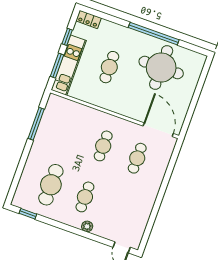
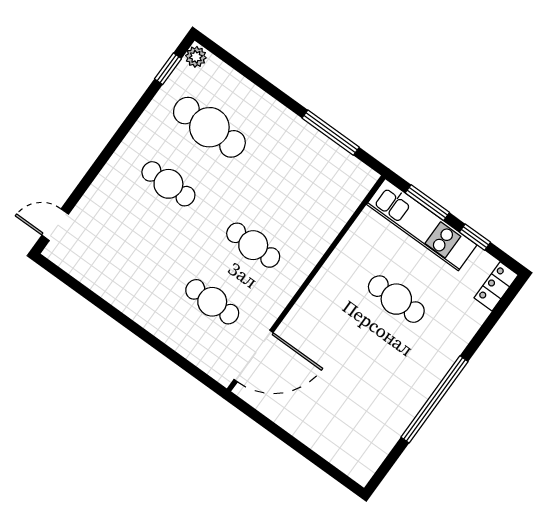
round table: (161, 67) -> (368, 395), removed
plant: (87, 226) -> (196, 57), moved

